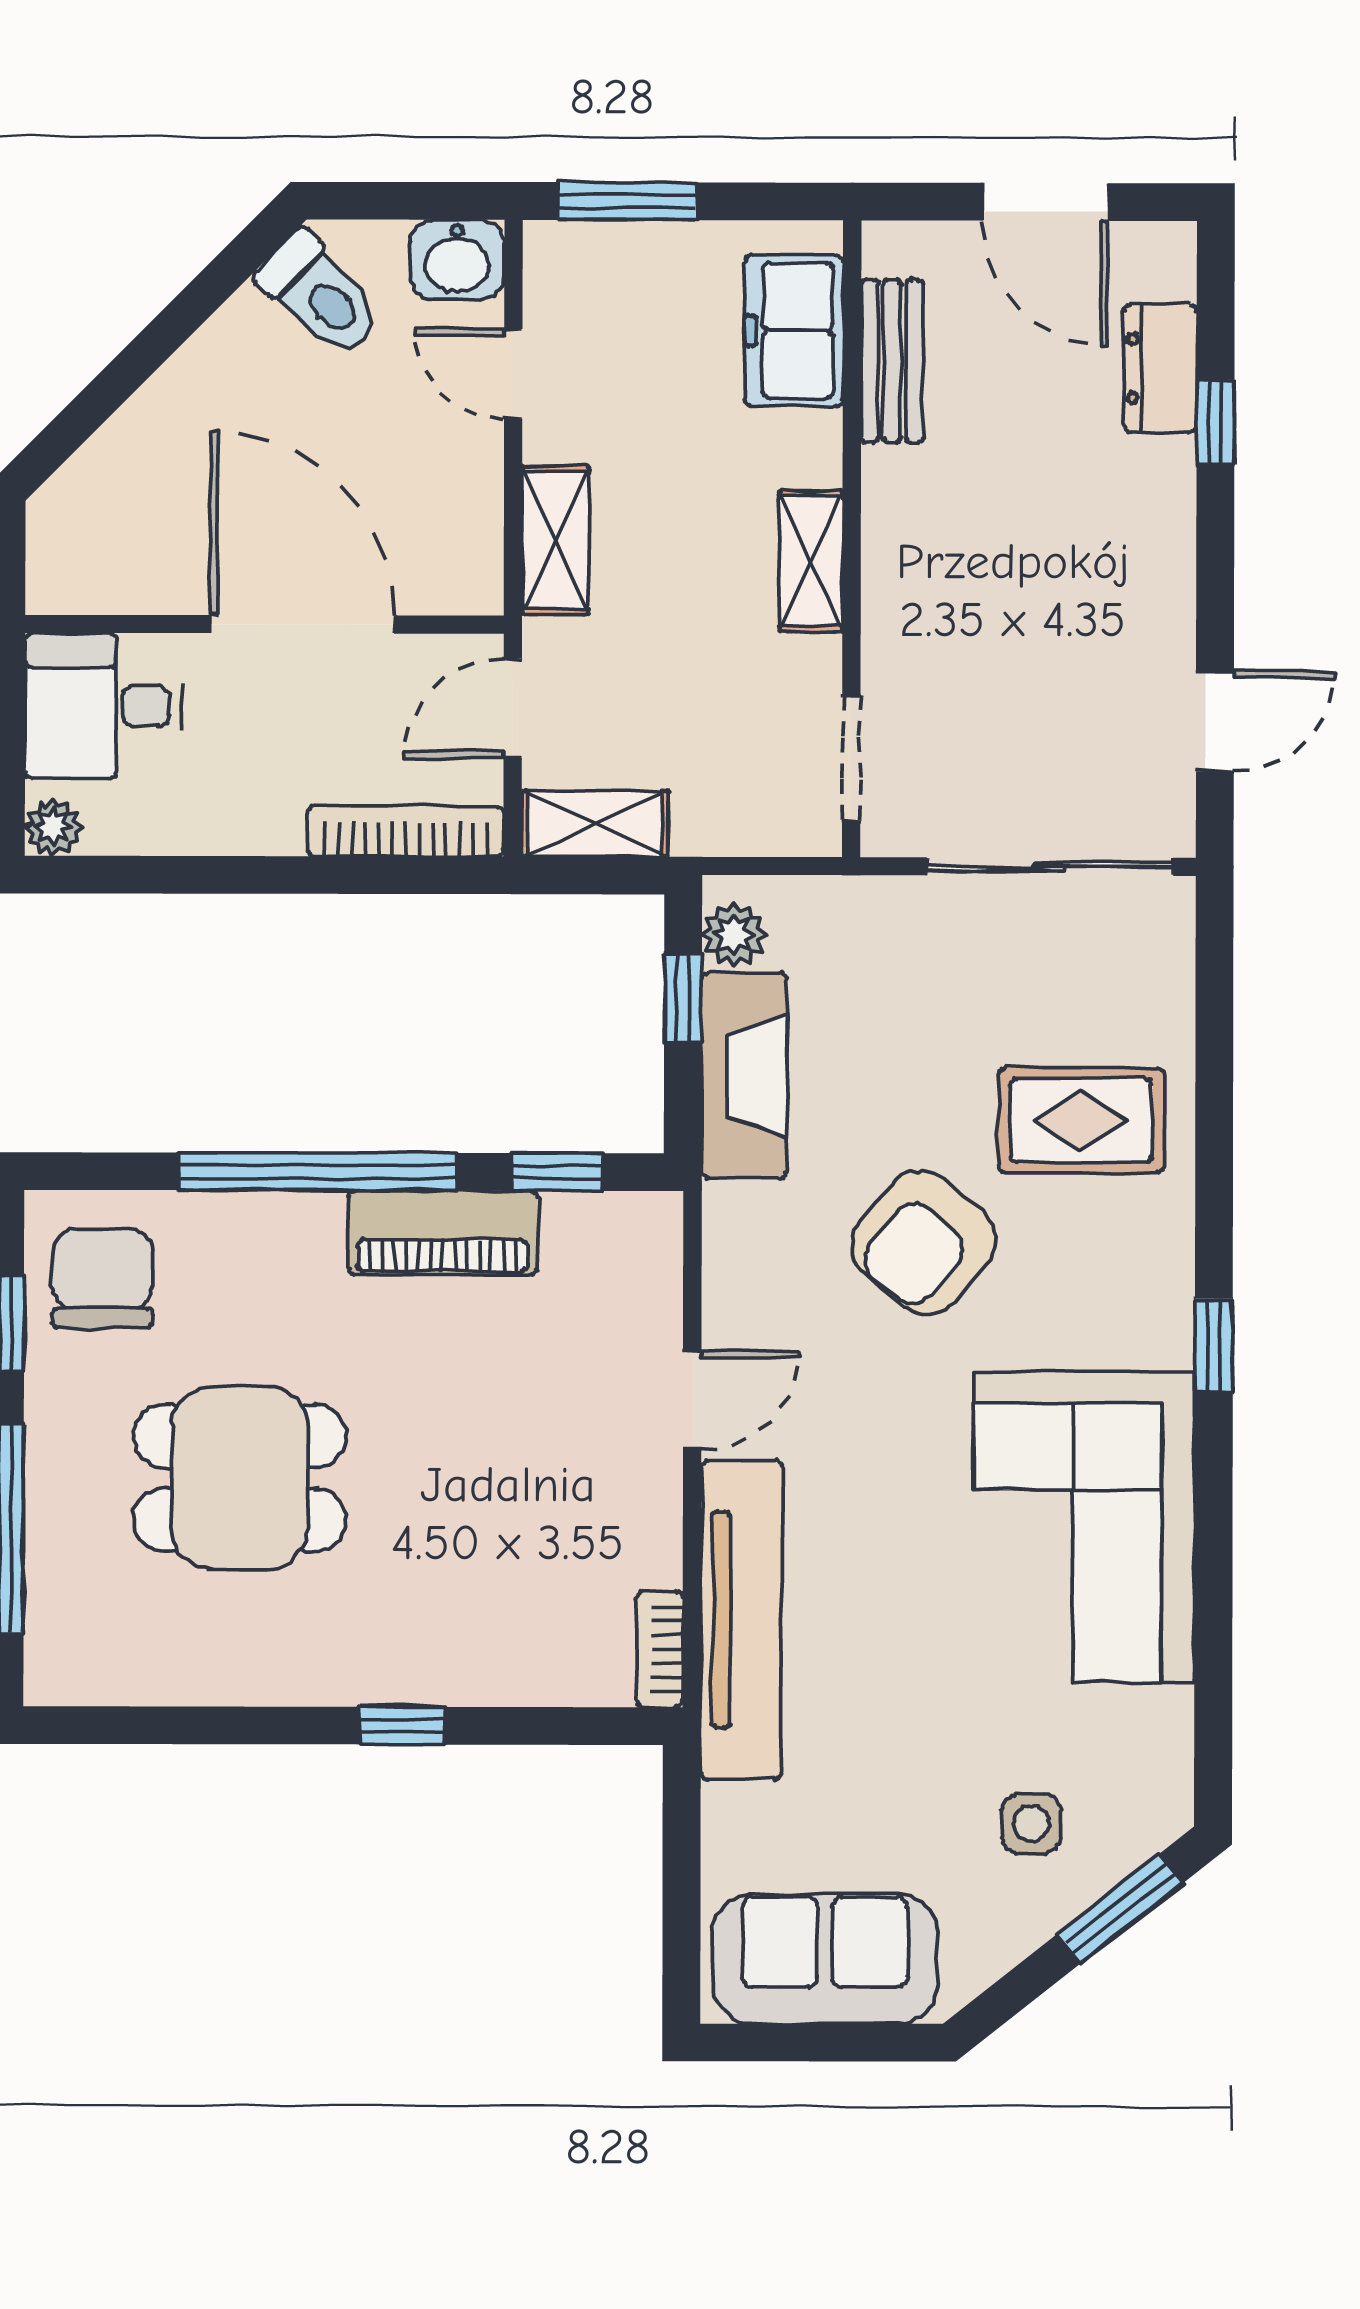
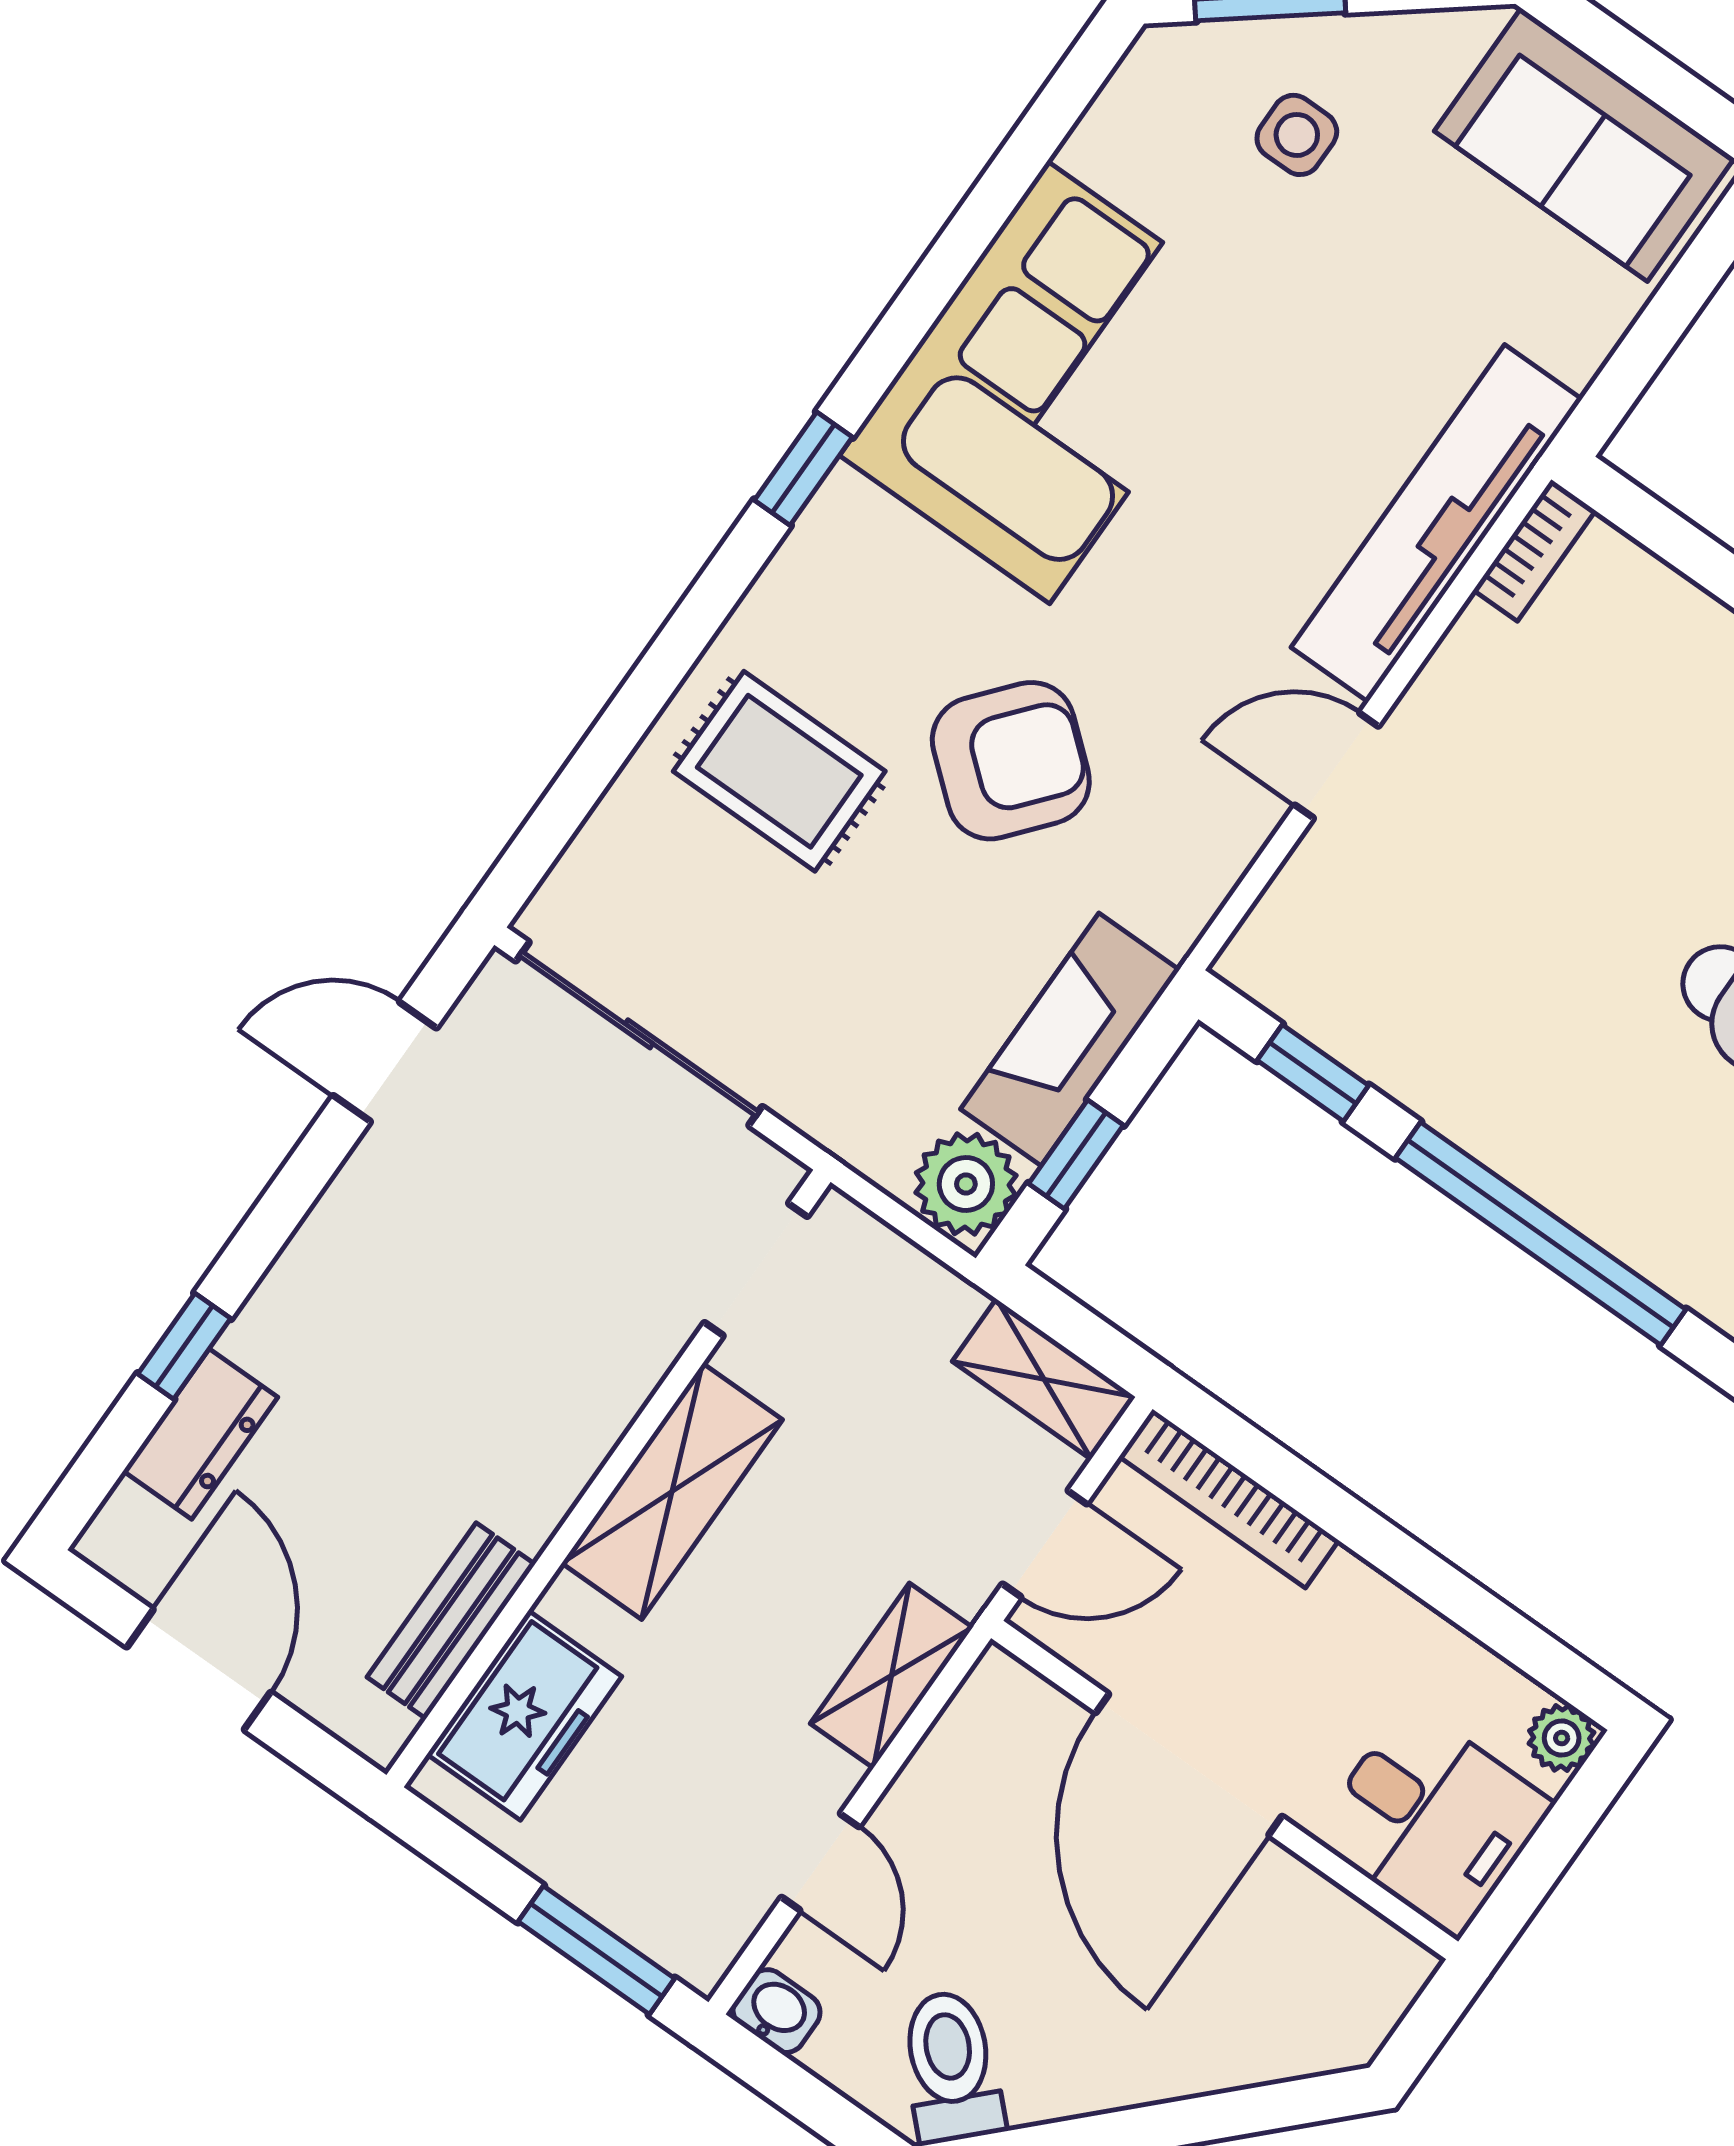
washbasin: (457, 260) -> (777, 2011), width x0.72, depth x0.69
shelving: (811, 561) -> (672, 1491), width x1.50, depth x1.33
plant: (734, 934) -> (966, 1184), width x1.38, depth x1.38
piano: (443, 1233) -> (1462, 1091), removed

